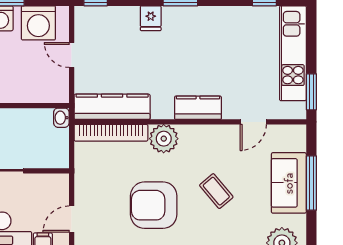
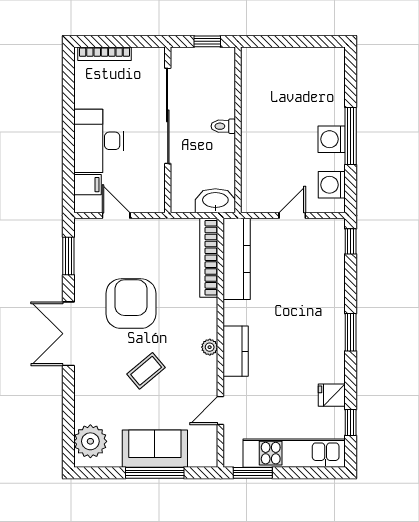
fridge: (151, 18) -> (332, 395), moved
washing machine: (38, 23) -> (332, 185), width x0.73, depth x0.73
washbasin: (61, 118) -> (215, 201), width x1.91, depth x1.45
door: (253, 122) -> (220, 411), hinge flipped
plant: (164, 139) -> (210, 347), moved, width x0.53, depth x0.53

